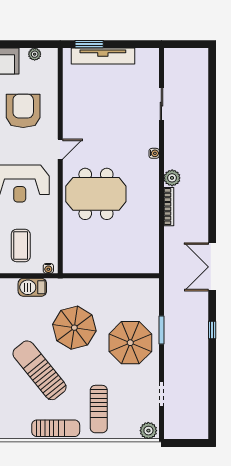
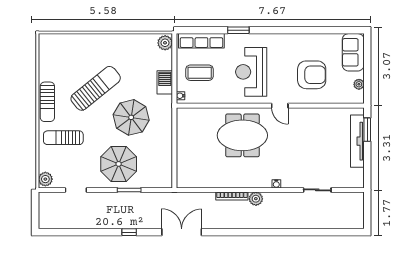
meeting table: (96, 194) -> (242, 135), turned 90

